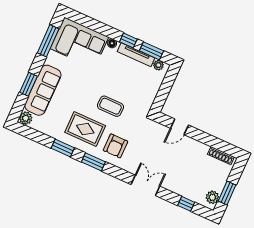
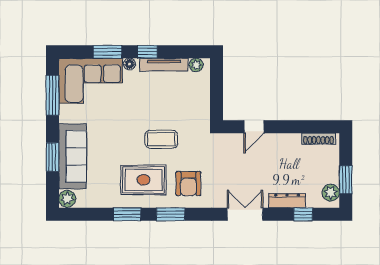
window: (151, 51) -> (108, 52), moved
dresser: (179, 189) -> (287, 201), added

